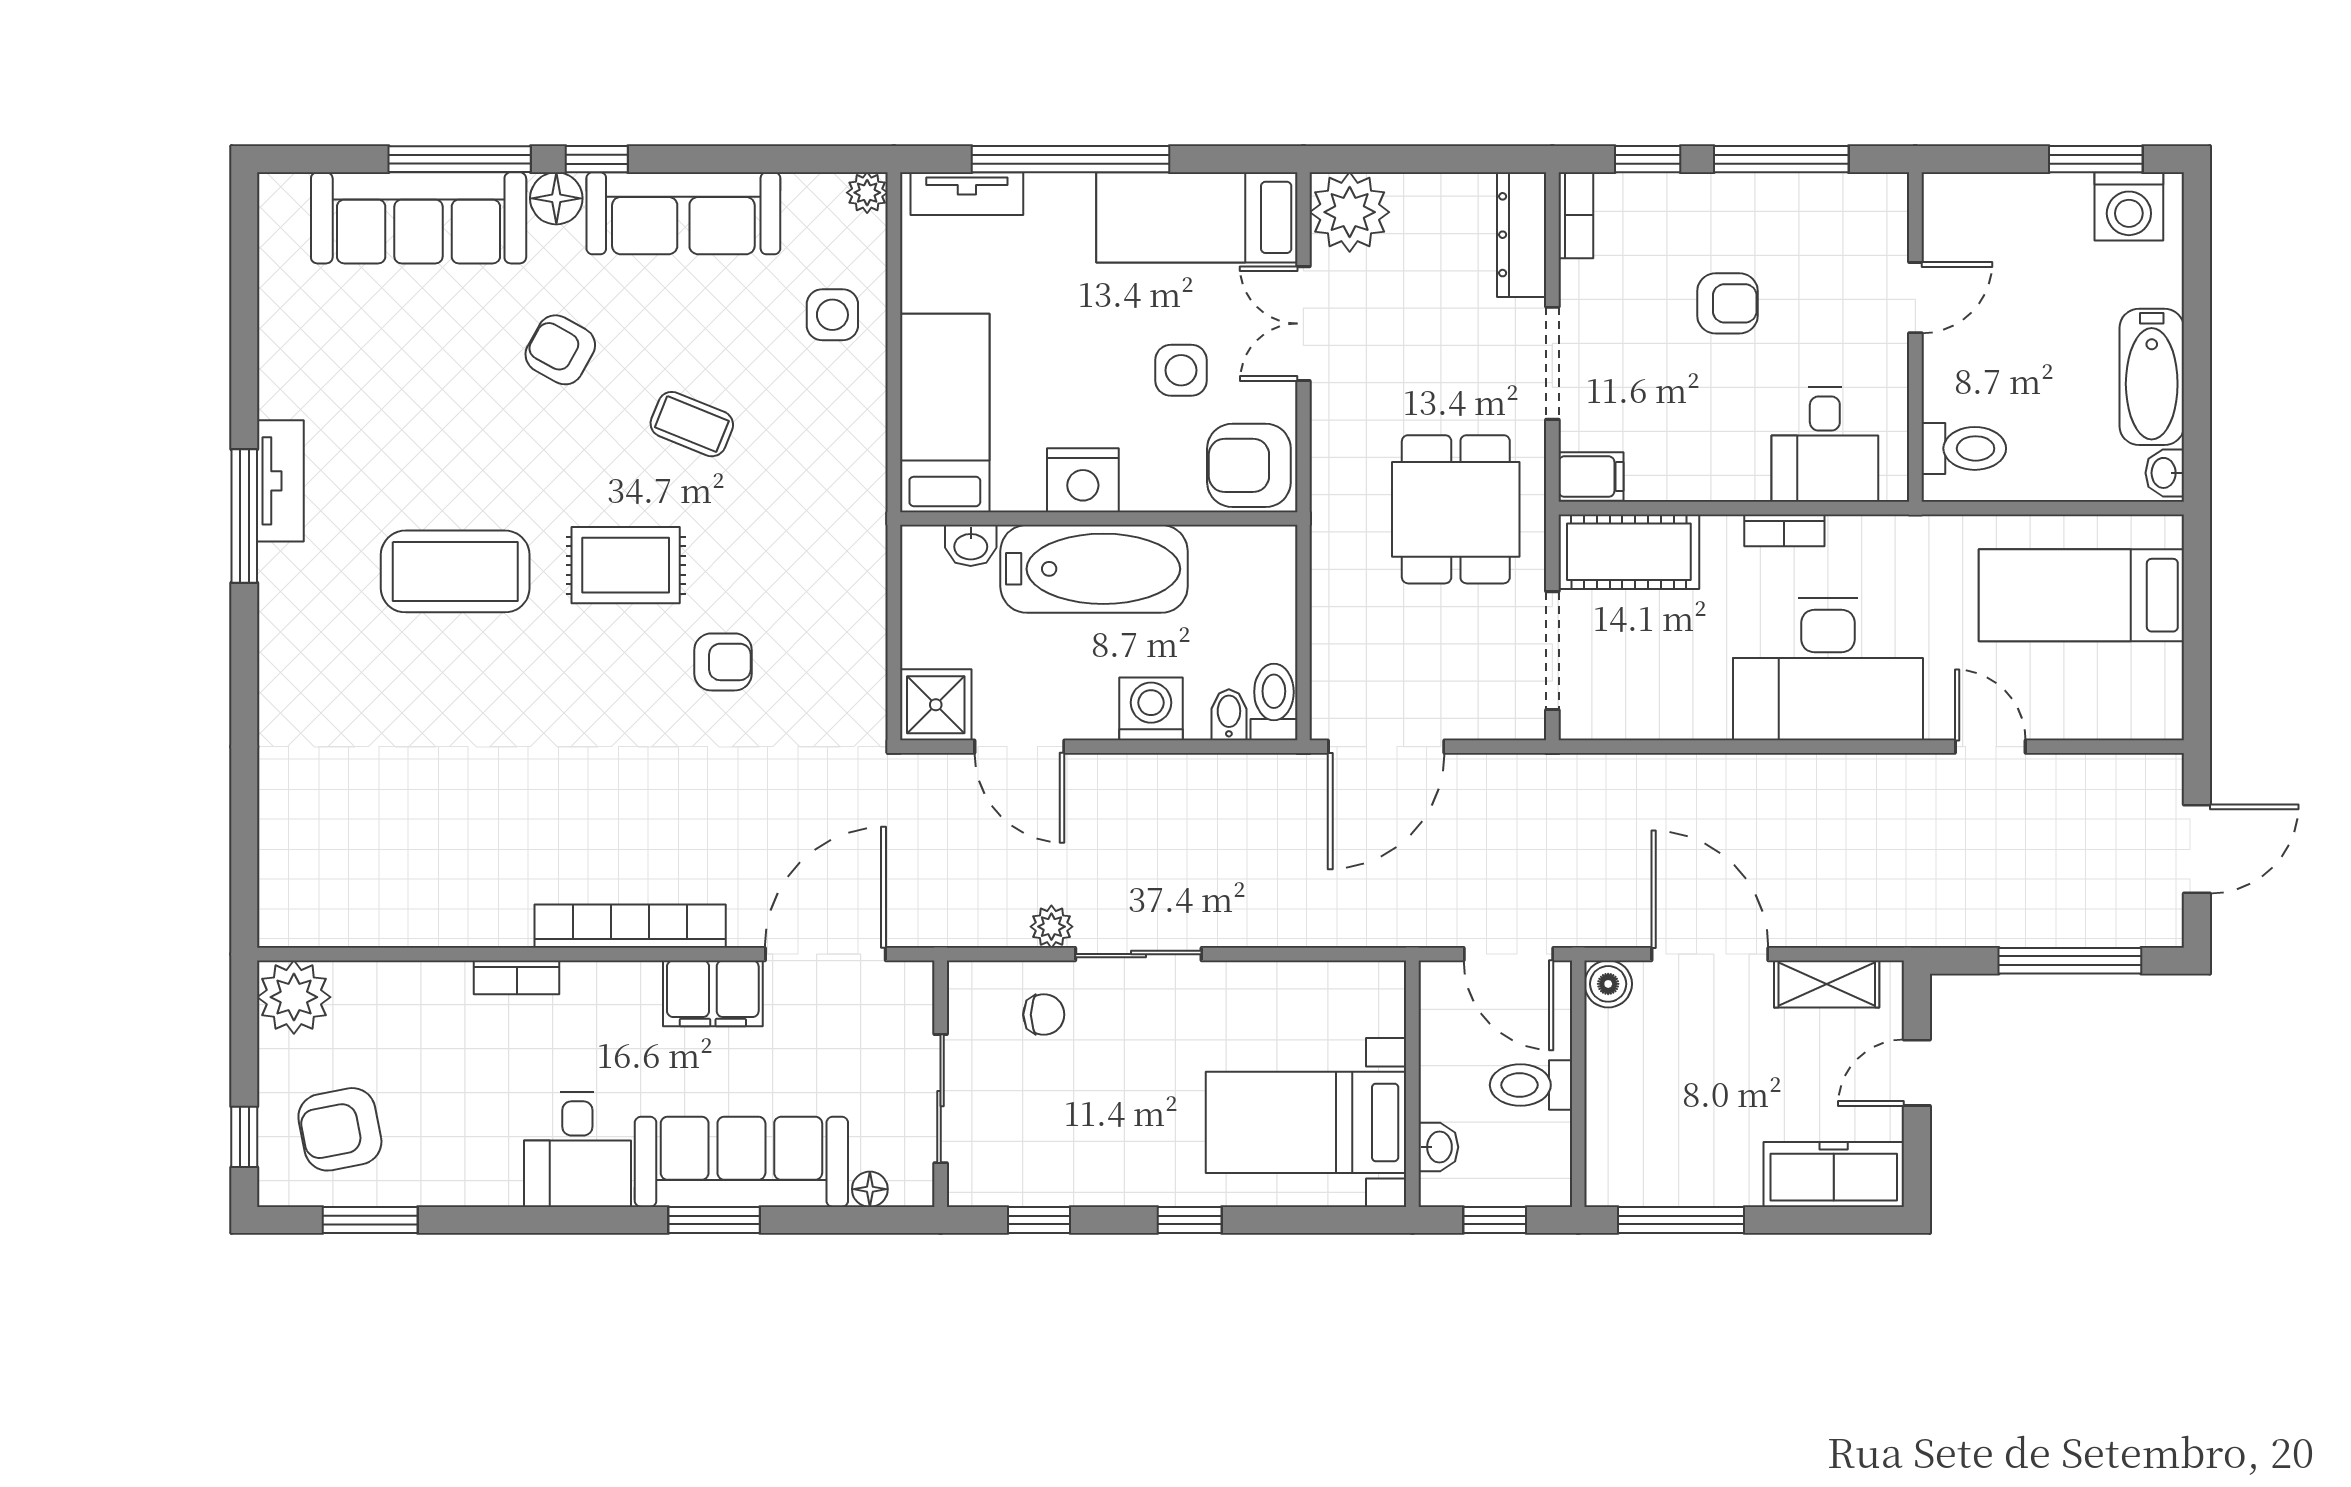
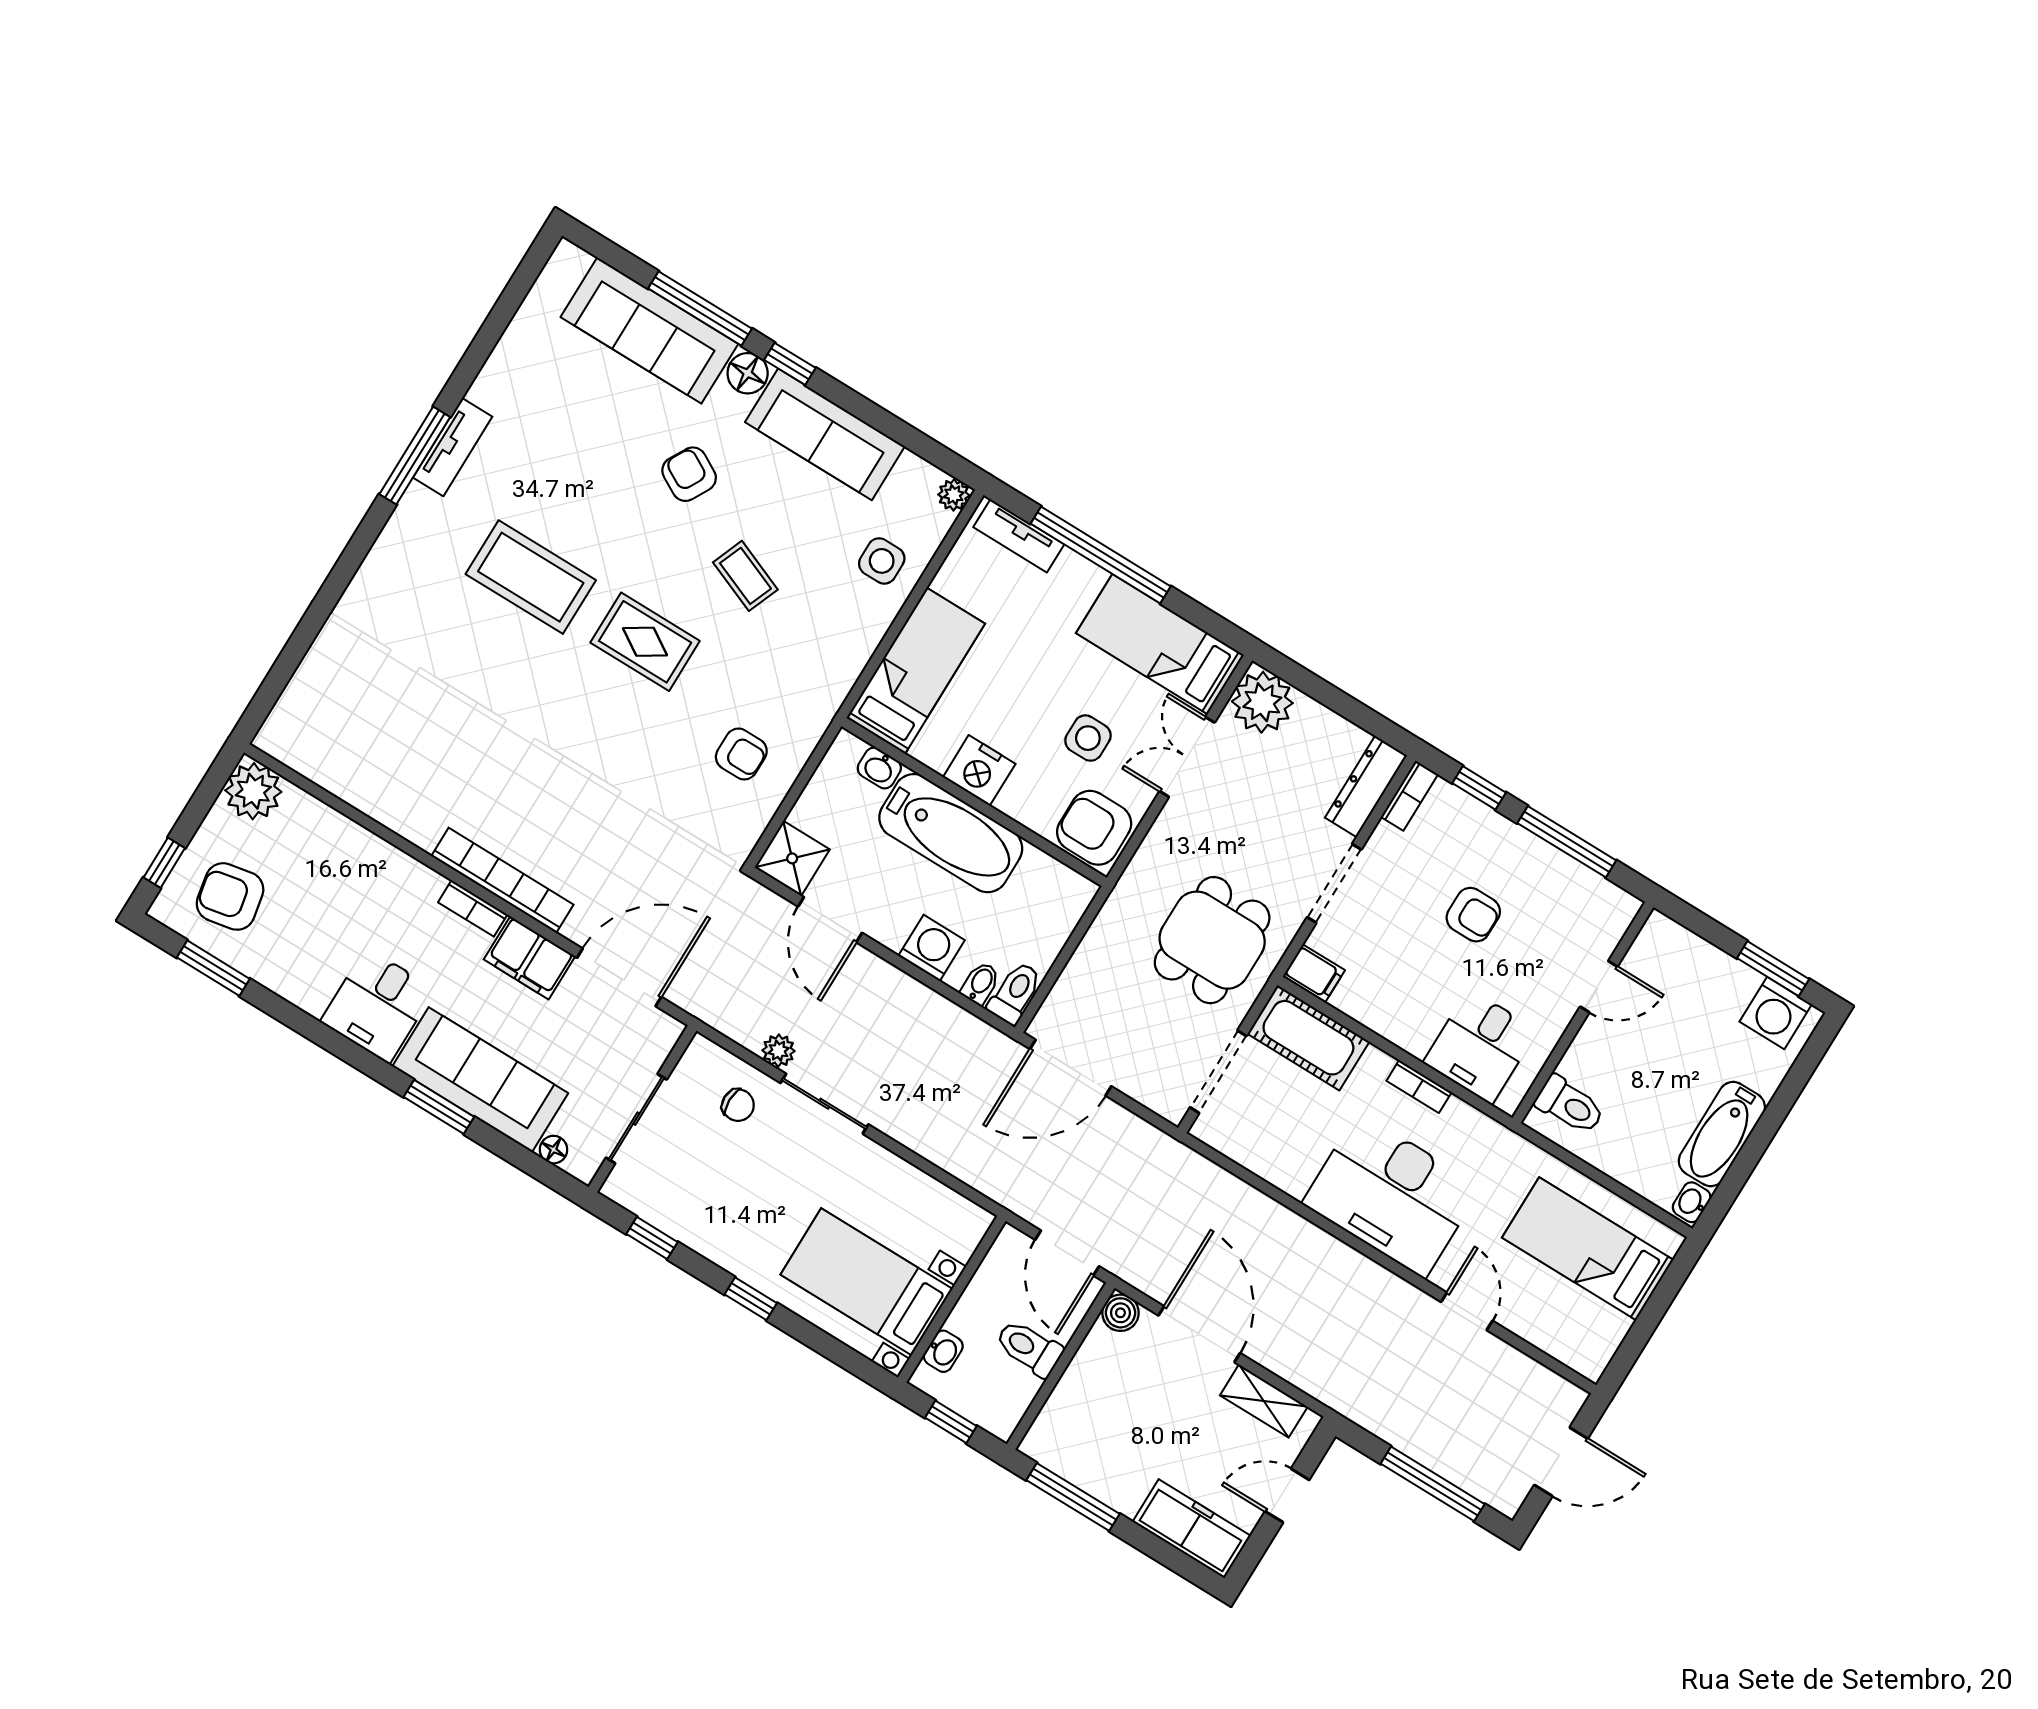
armchair: (723, 662) -> (741, 754), moved
bookcase: (517, 977) -> (473, 908), moved

